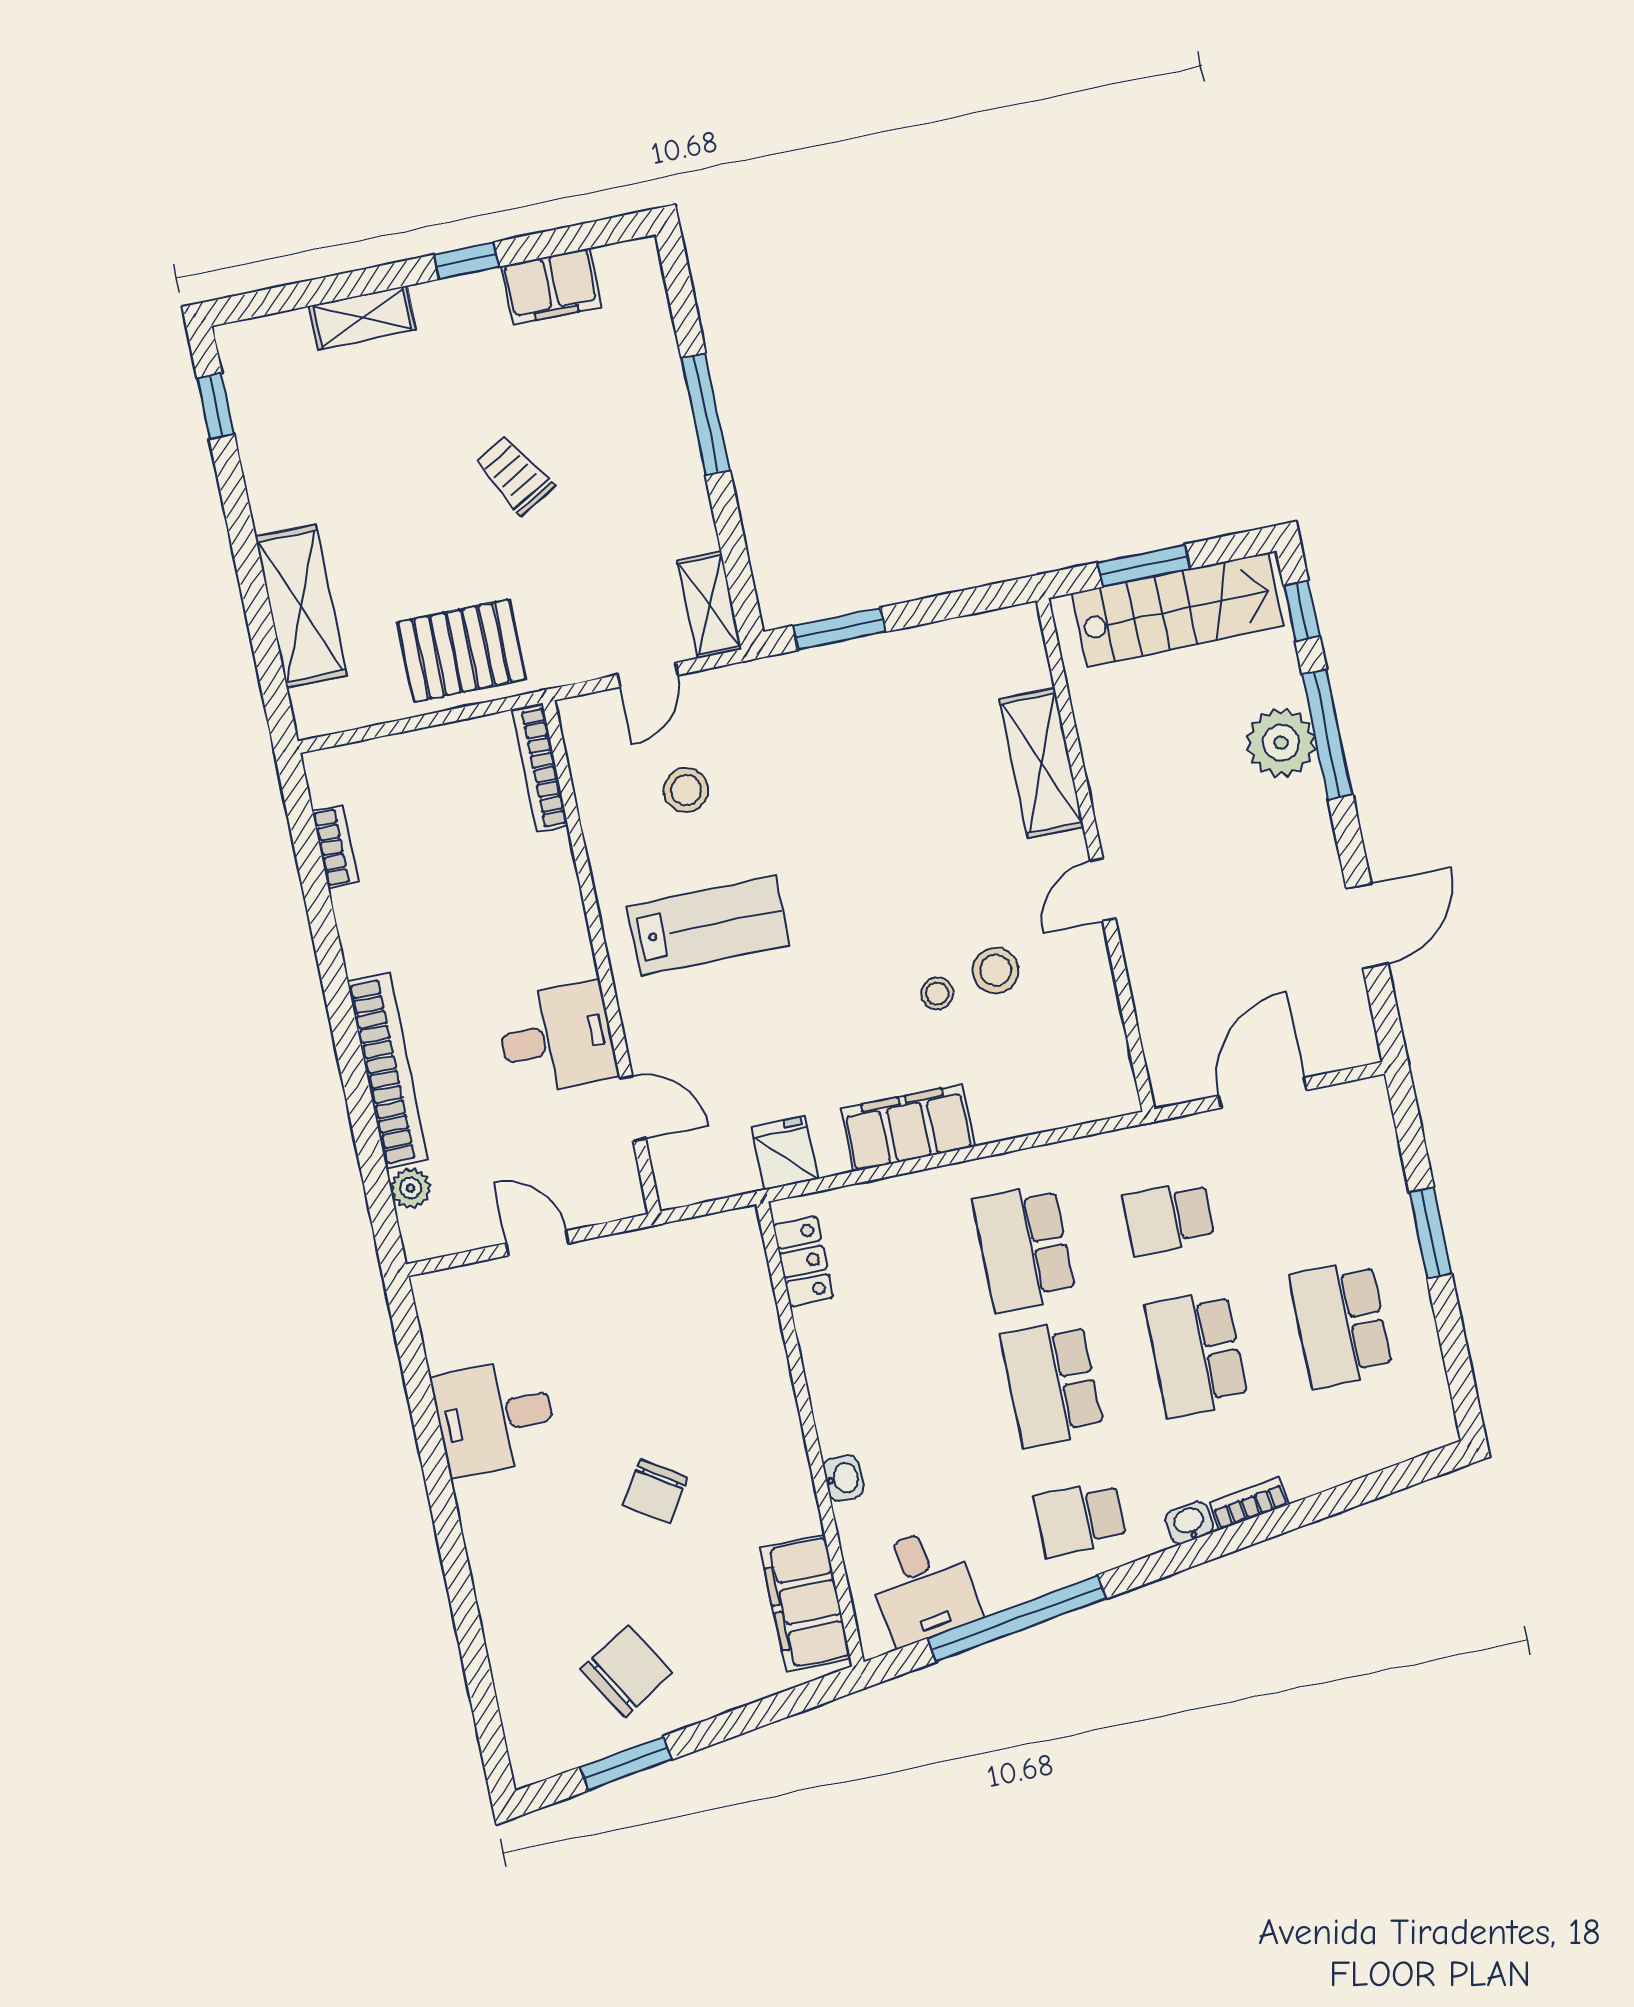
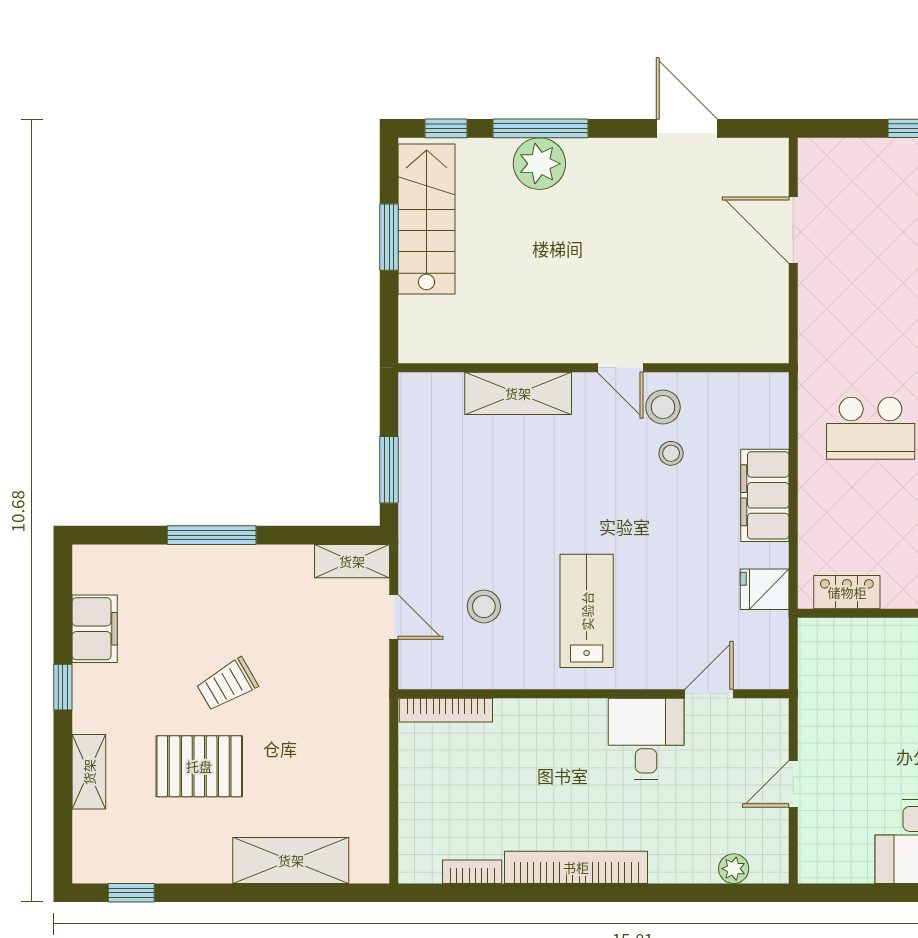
pallet: (461, 651) -> (199, 766), moved, turned 90
shelving: (1041, 763) -> (518, 393), moved
wall: (1096, 855) -> (594, 368), moved
door: (1103, 890) -> (620, 368), moved
bookcase: (388, 1071) -> (576, 867), moved
school desk: (1169, 1218) -> (871, 318), removed

